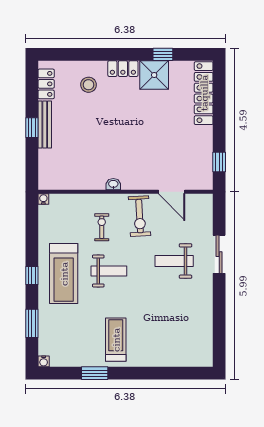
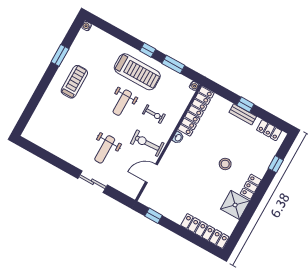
window: (163, 54) -> (276, 164), moved
stool: (88, 85) -> (225, 164), moved
bench: (45, 125) -> (243, 114), width x0.73
locker: (72, 181) -> (196, 111), added
weight bench: (174, 261) -> (105, 149), turned 180
treadmill: (64, 274) -> (137, 72), turned 180
window: (32, 323) -> (173, 64), moved
treadmill: (116, 340) -> (74, 82), turned -90

